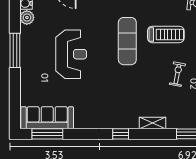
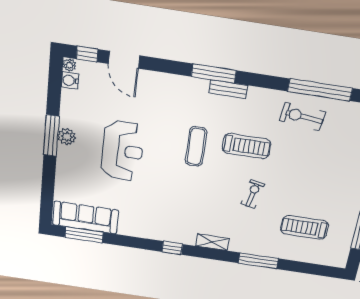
plant: (27, 17) -> (67, 137), moved
exercise mat: (127, 41) -> (196, 146), width x0.73, depth x0.69

